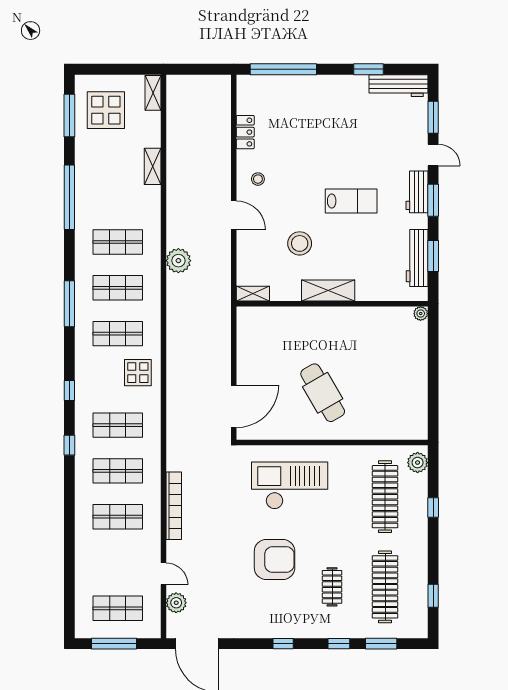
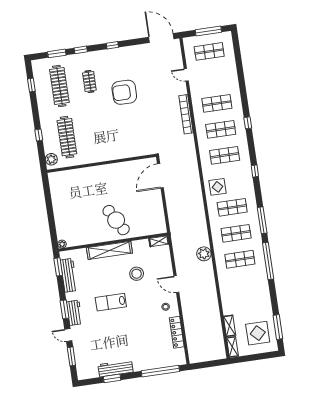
workbench: (398, 86) -> (116, 368), moved
locker: (245, 132) -> (177, 332), width x1.53
shelving: (153, 166) -> (230, 326), moved
window: (69, 197) -> (268, 261), moved
window: (433, 256) -> (58, 267), moved
shelving: (328, 291) -> (109, 250), width x1.47
cafe table: (323, 393) -> (116, 220), moved
window: (69, 445) -> (248, 123), moved
checkout: (290, 486) -> (122, 135), removed
plant: (176, 603) -> (176, 59), removed

